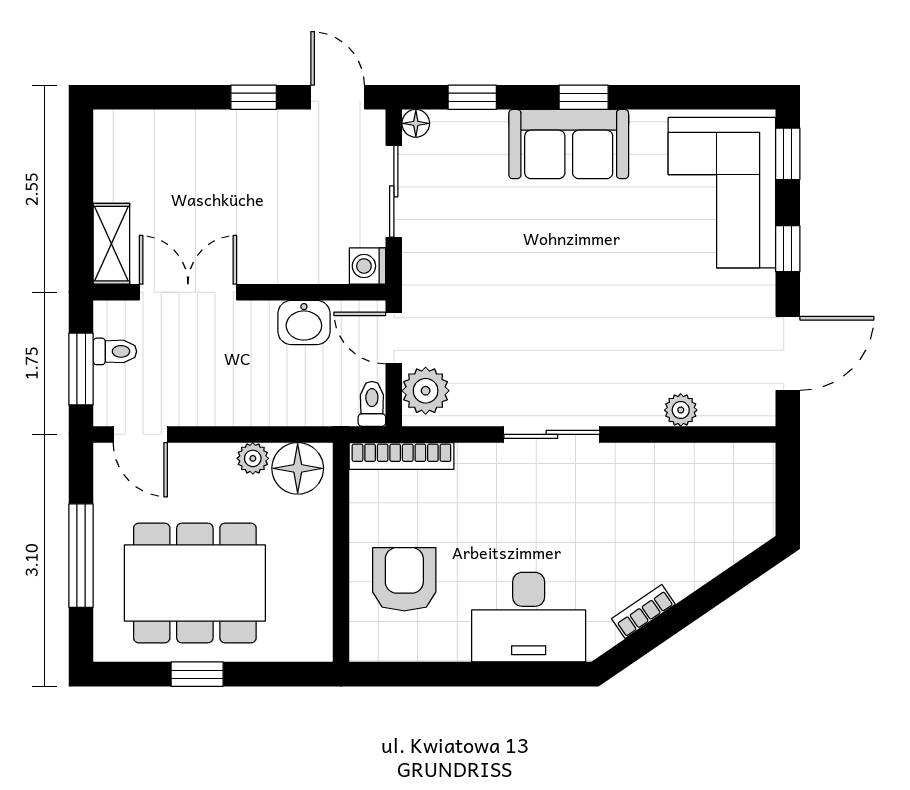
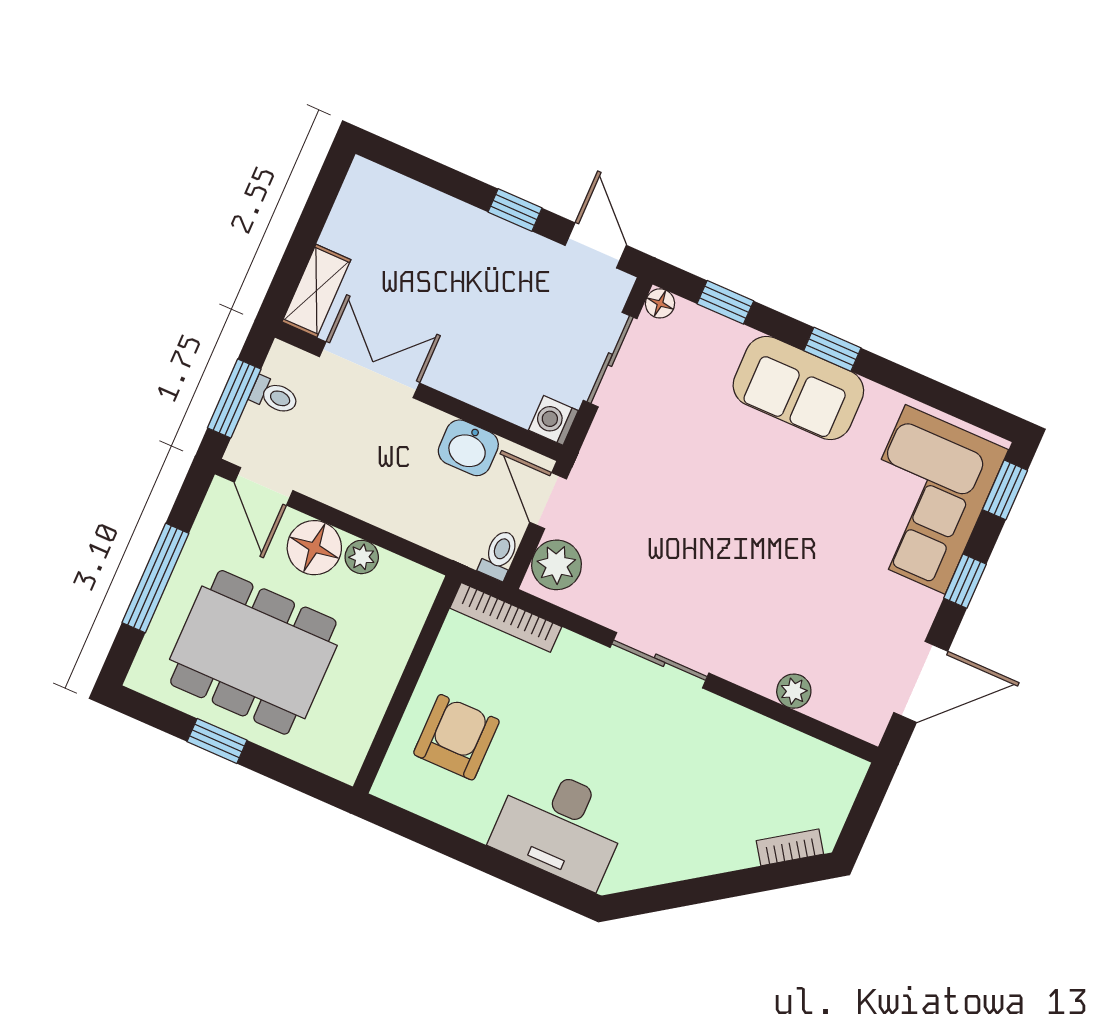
floor lamp: (298, 468) -> (314, 548), moved
bookcase: (643, 611) -> (790, 847), moved

